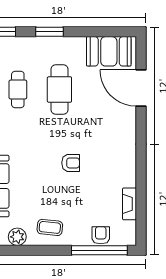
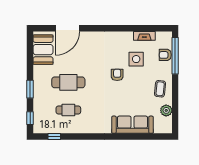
side table: (95, 191) -> (136, 59), added

